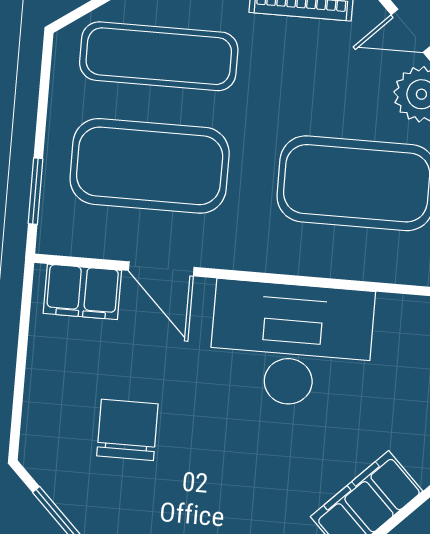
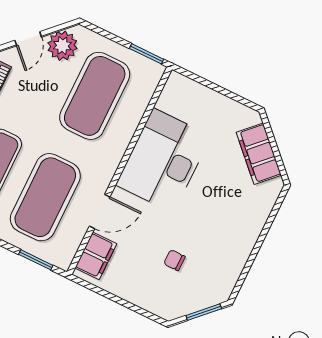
chair: (127, 430) -> (174, 260), width x0.54, depth x0.54

